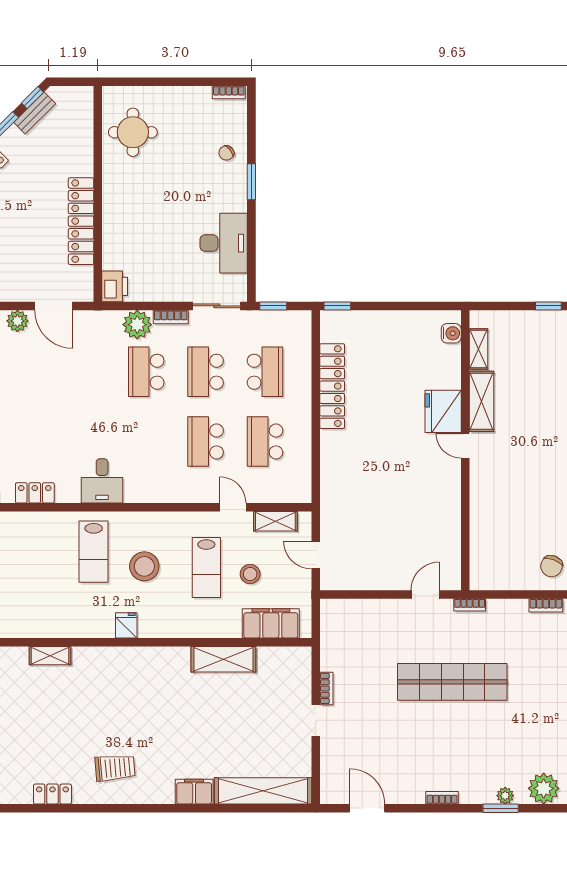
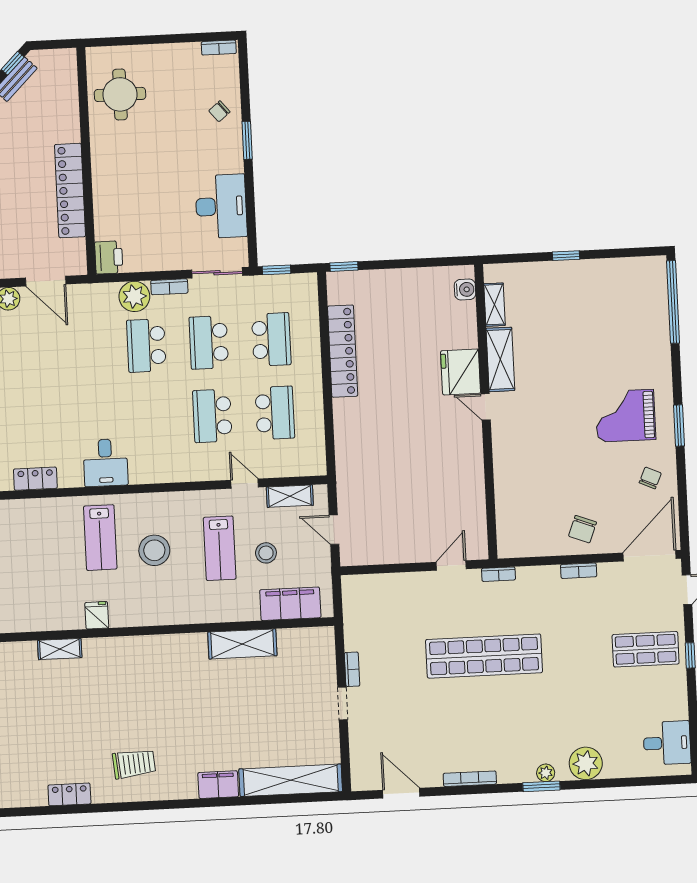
school desk: (265, 441) -> (275, 413), turned 180
fridge: (126, 625) -> (97, 615), moved
bookcase: (442, 798) -> (470, 779), width x1.56

